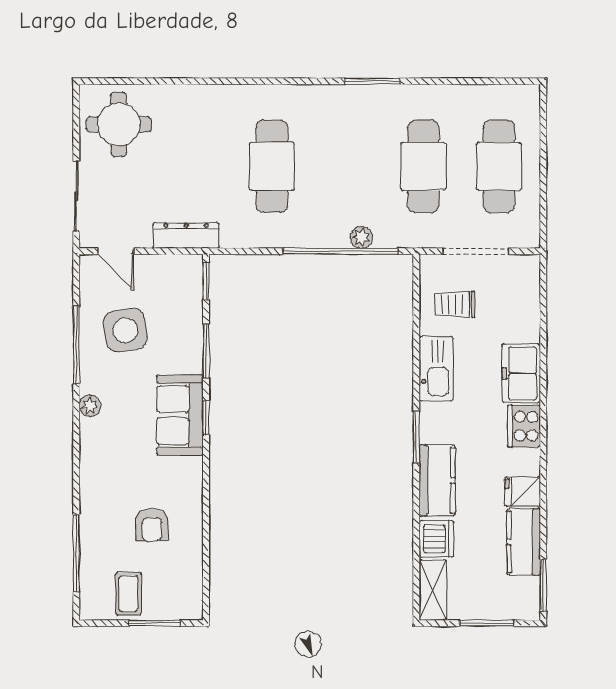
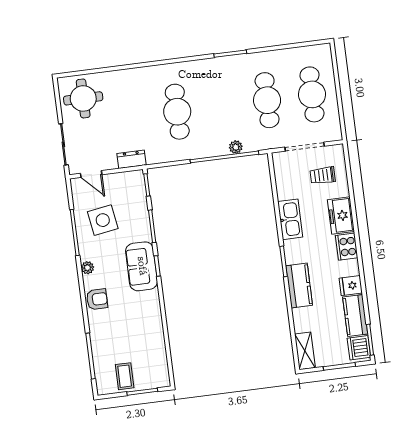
dresser: (186, 236) -> (132, 159), width x0.70
trolley: (455, 304) -> (323, 175), moved
armchair: (152, 525) -> (97, 299), moved, turned -90
dishwasher: (437, 539) -> (359, 348), moved, turned 180

